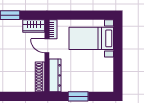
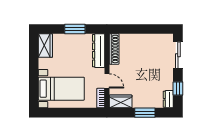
wardrobe: (107, 80) -> (45, 46), added

